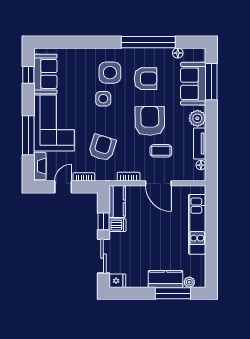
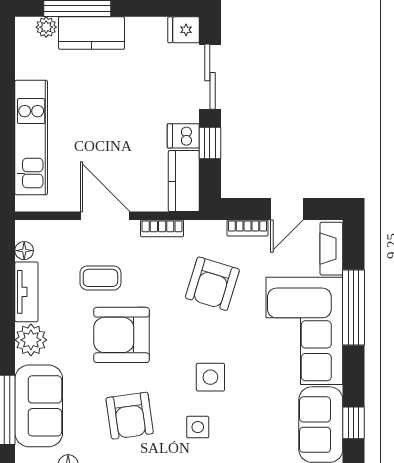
side table: (110, 73) -> (198, 427), width x0.54, depth x0.54
armchair: (146, 79) -> (130, 416), turned -98
armchair: (150, 121) -> (121, 335), turned 91

